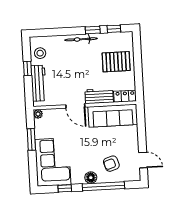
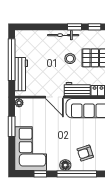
stool: (40, 53) -> (70, 59), moved
window: (27, 68) -> (12, 60), width x3.17

